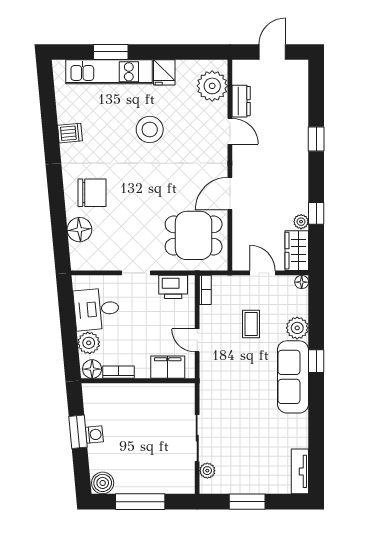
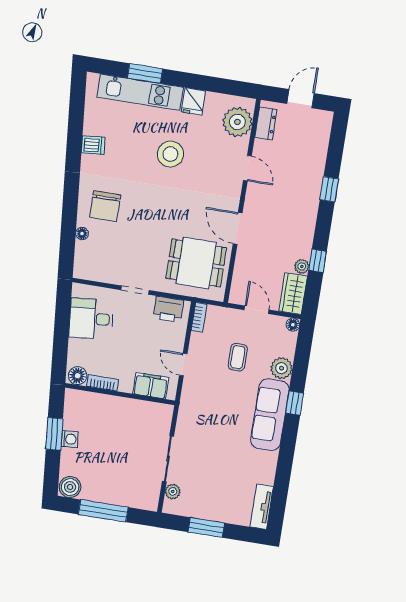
dresser: (241, 101) -> (266, 123), moved
chair: (92, 193) -> (105, 206), turned 90
door: (230, 194) -> (238, 228), hinge flipped
floor lamp: (79, 230) -> (82, 234), width x0.53, depth x0.53
plant: (89, 343) -> (78, 350), removed

